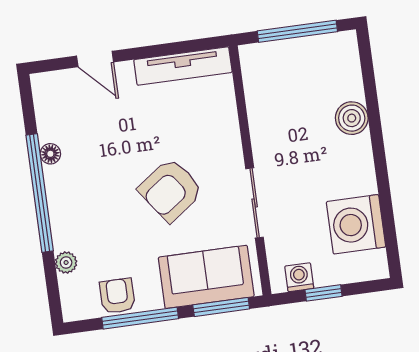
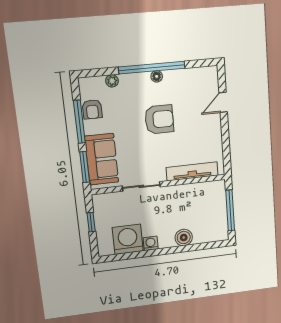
tv unit: (183, 66) -> (192, 171), moved, turned 90
floor lamp: (50, 154) -> (157, 76), moved
armchair: (171, 190) -> (159, 119), moved, turned 126
washing machine: (299, 277) -> (151, 243), moved, turned -90
armchair: (117, 296) -> (92, 109), turned 90

